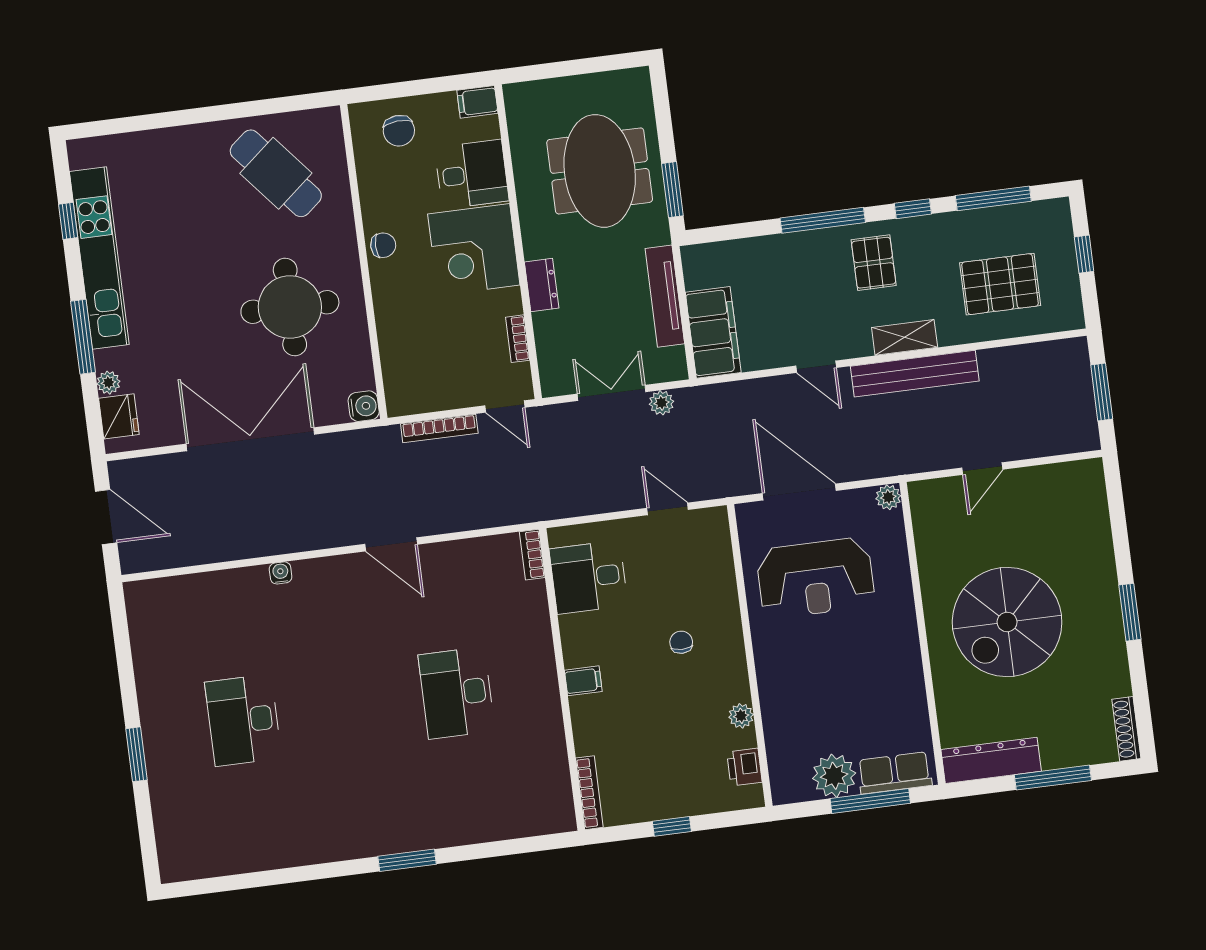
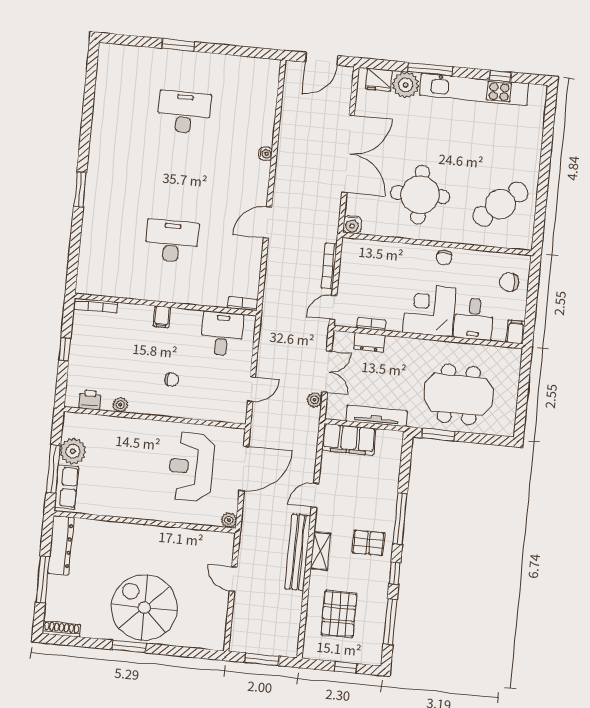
dresser: (542, 285) -> (369, 342), moved
plant: (108, 383) -> (406, 85), width x1.88, depth x1.88
spiral stairs: (1007, 622) -> (144, 608), moved

